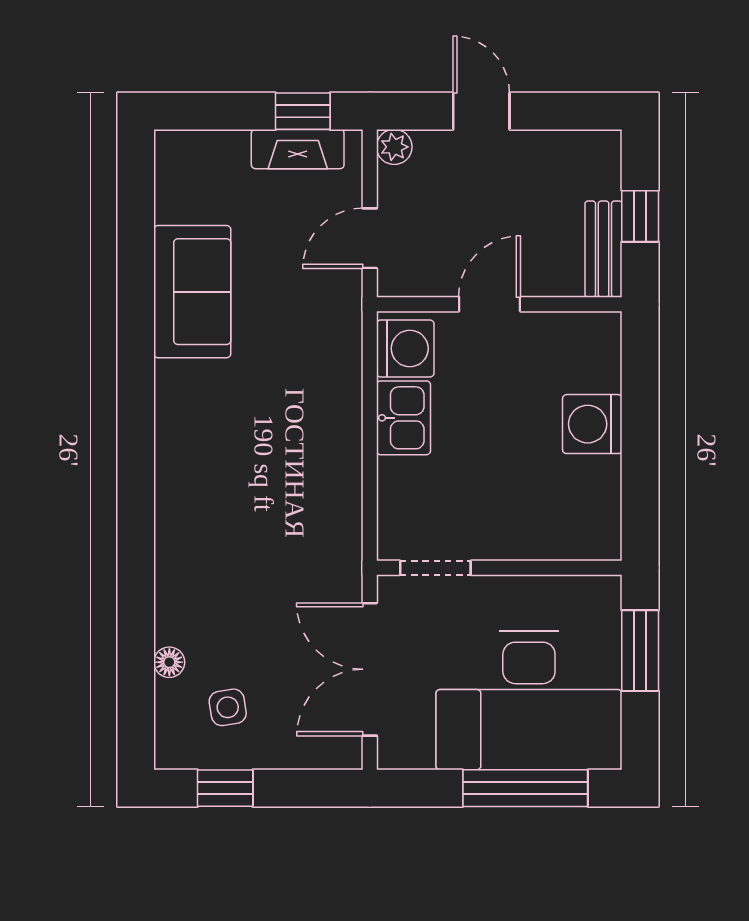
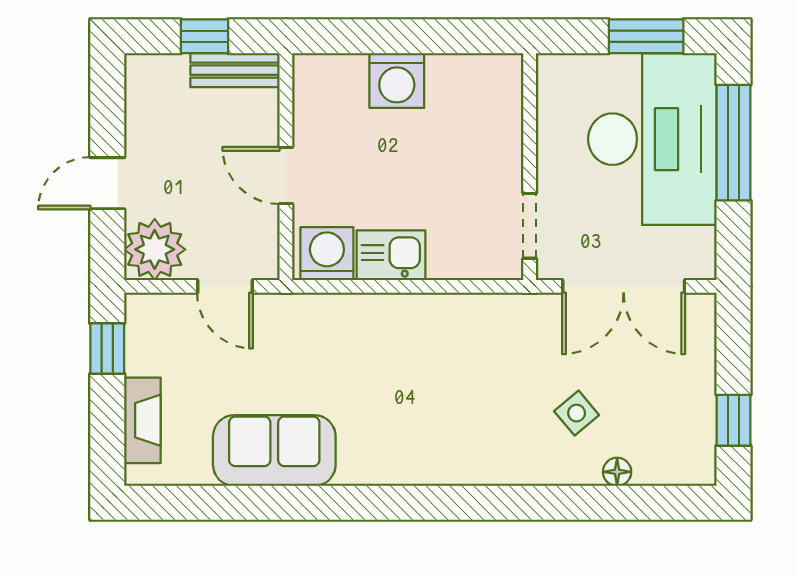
plant: (394, 147) -> (155, 249), width x1.88, depth x1.88
fireplace: (298, 149) -> (142, 420), moved
window: (640, 651) -> (646, 36), moved
side table: (228, 707) -> (577, 413), moved, turned -31

